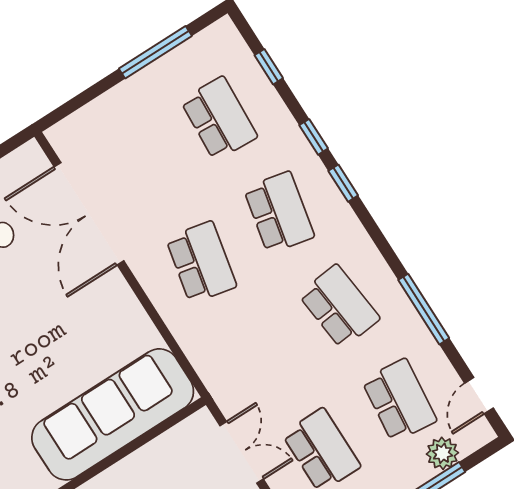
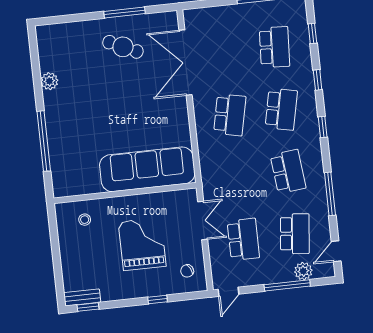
window: (343, 183) -> (323, 127), moved

